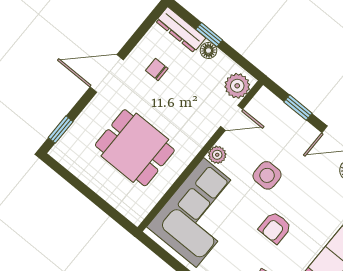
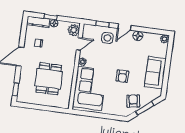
dining table: (135, 148) -> (49, 79), turned 90
side table: (267, 175) -> (107, 38), moved

